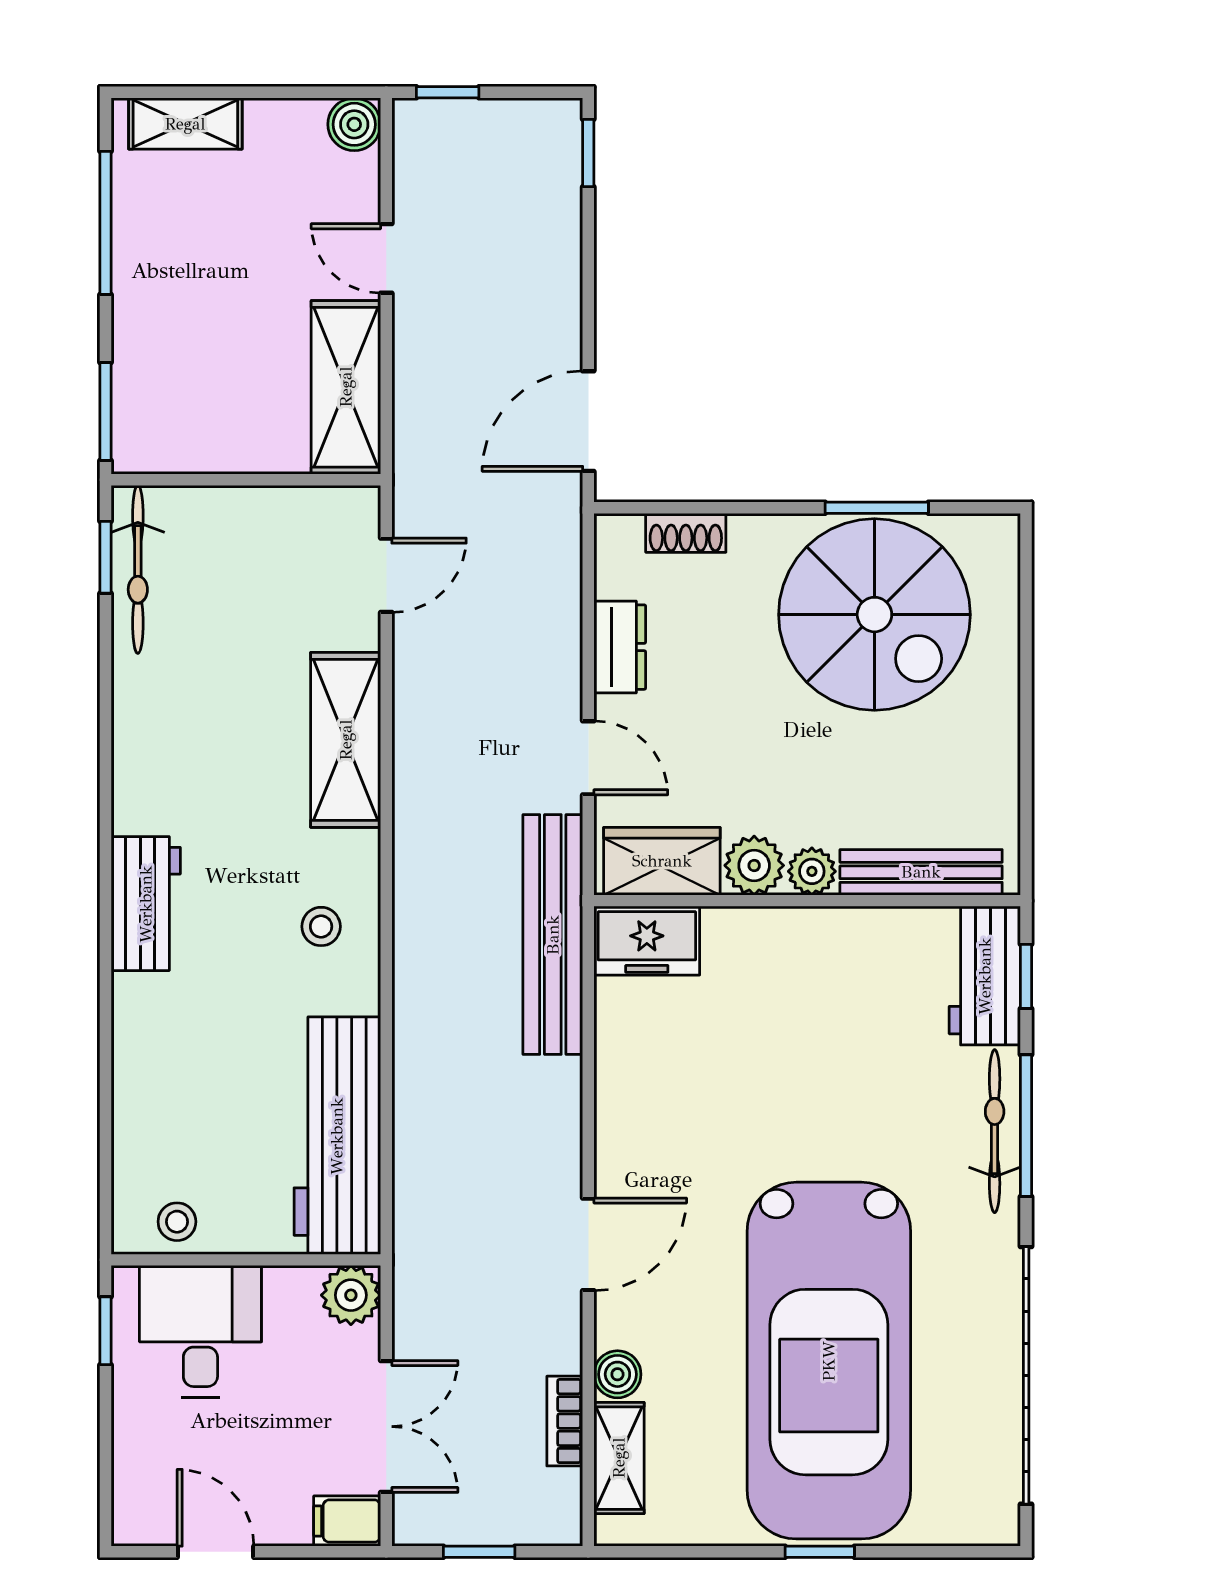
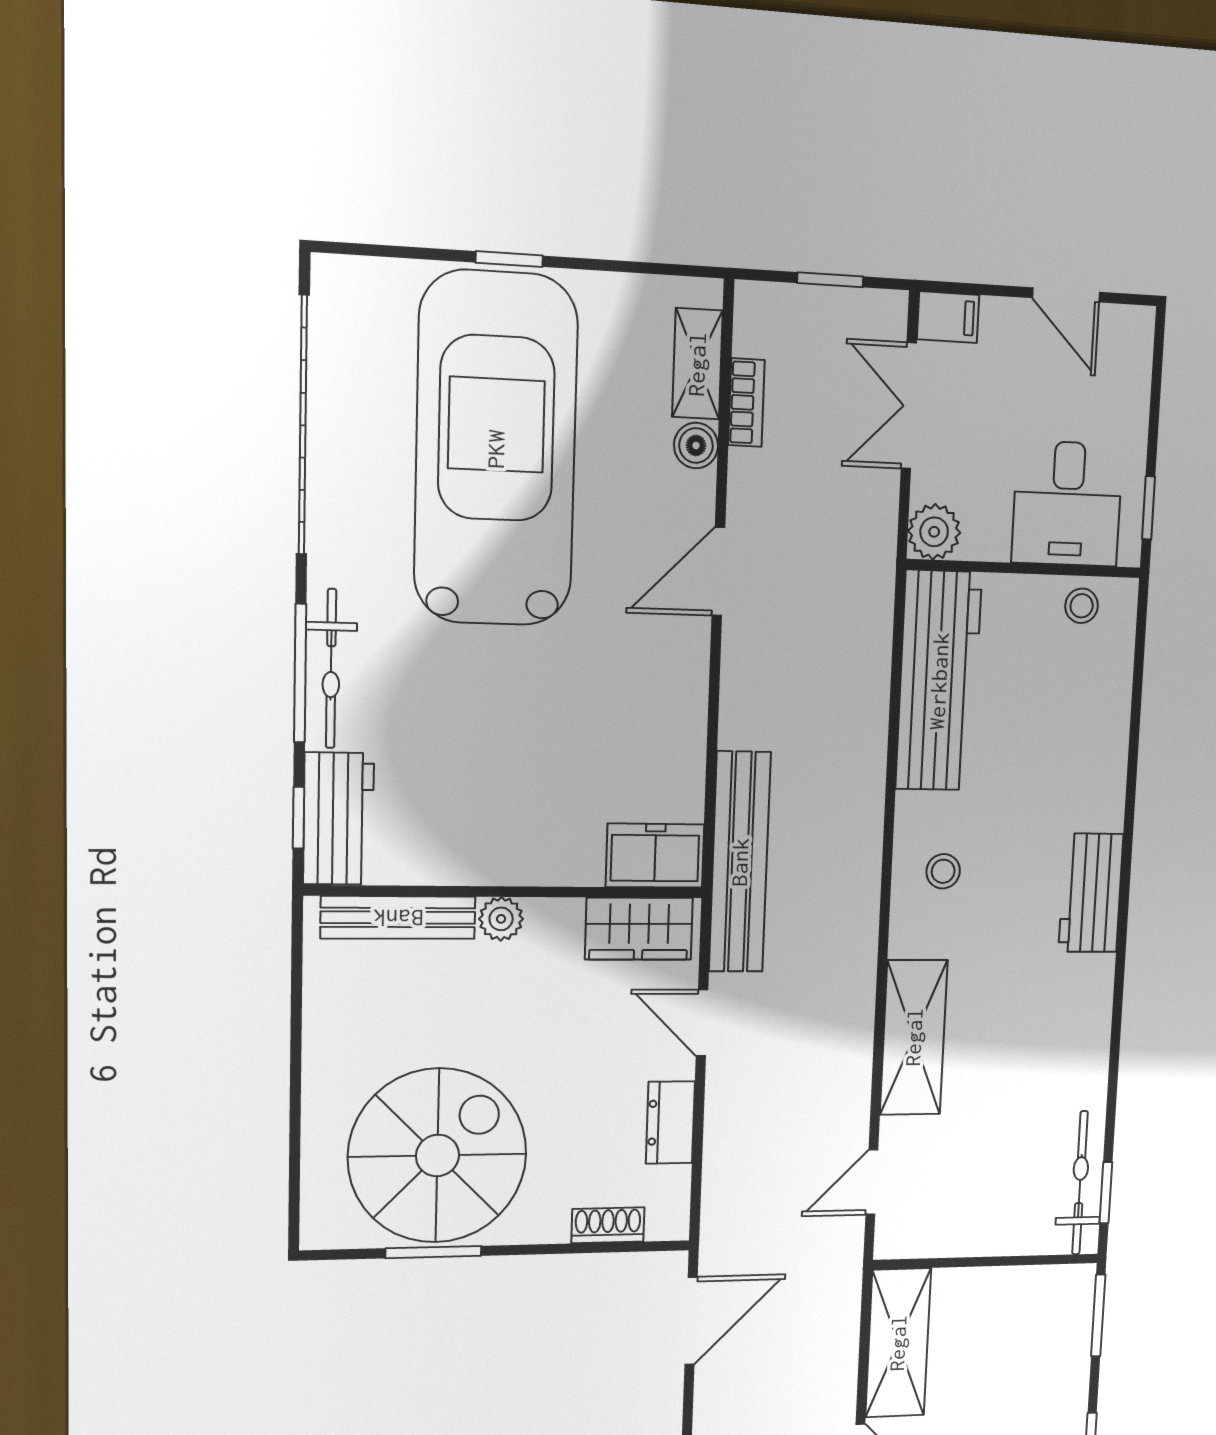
spiral stairs: (874, 615) -> (437, 1155), turned 90
plant: (754, 865) -> (554, 924), removed

